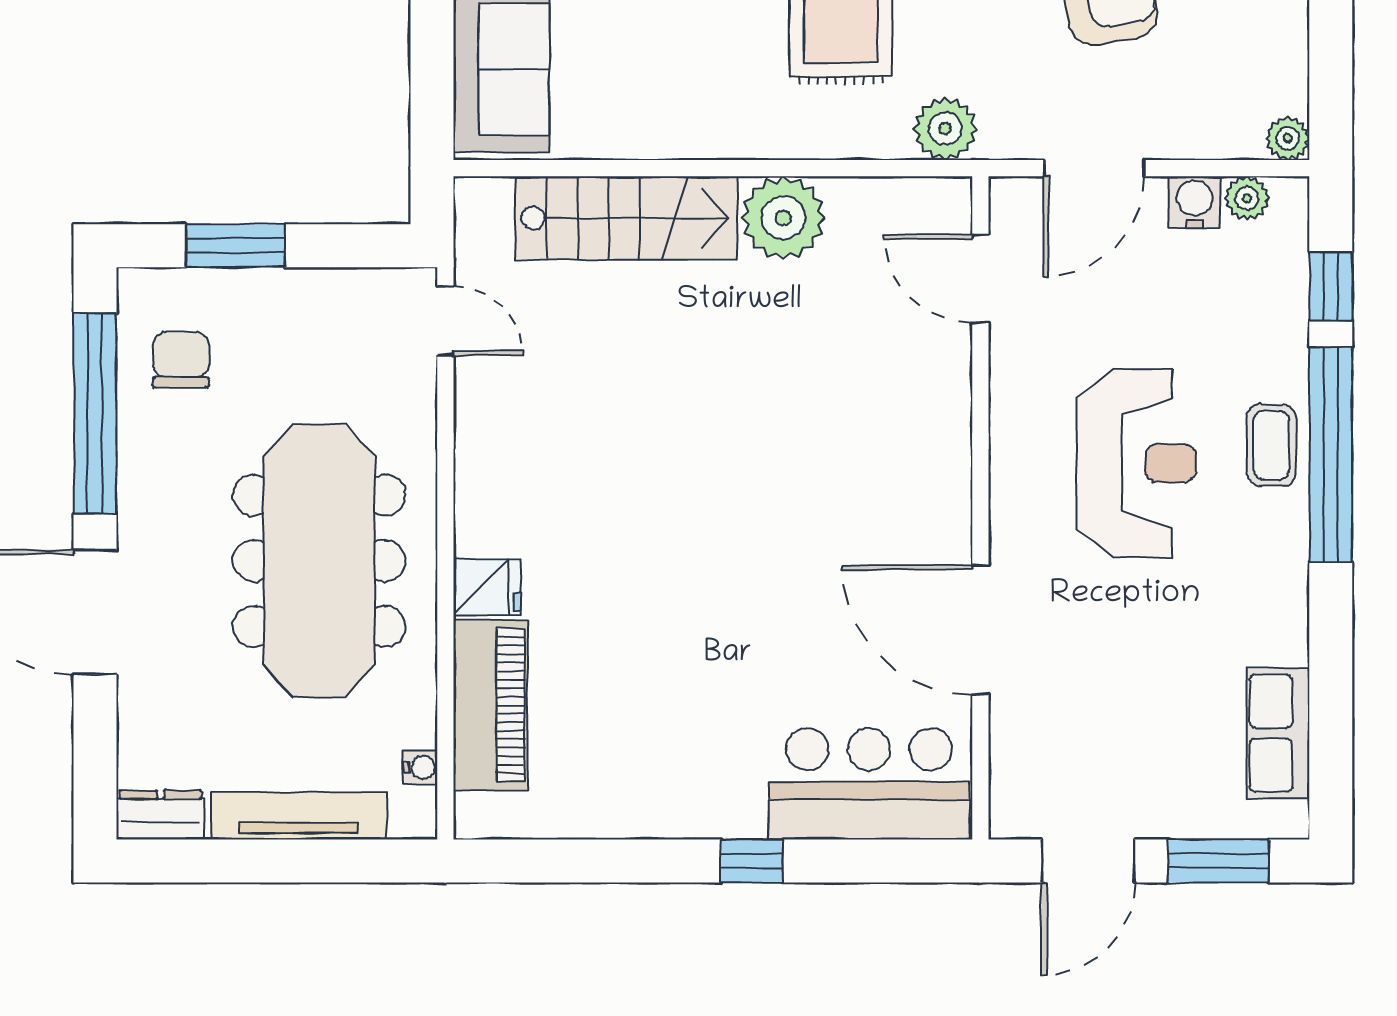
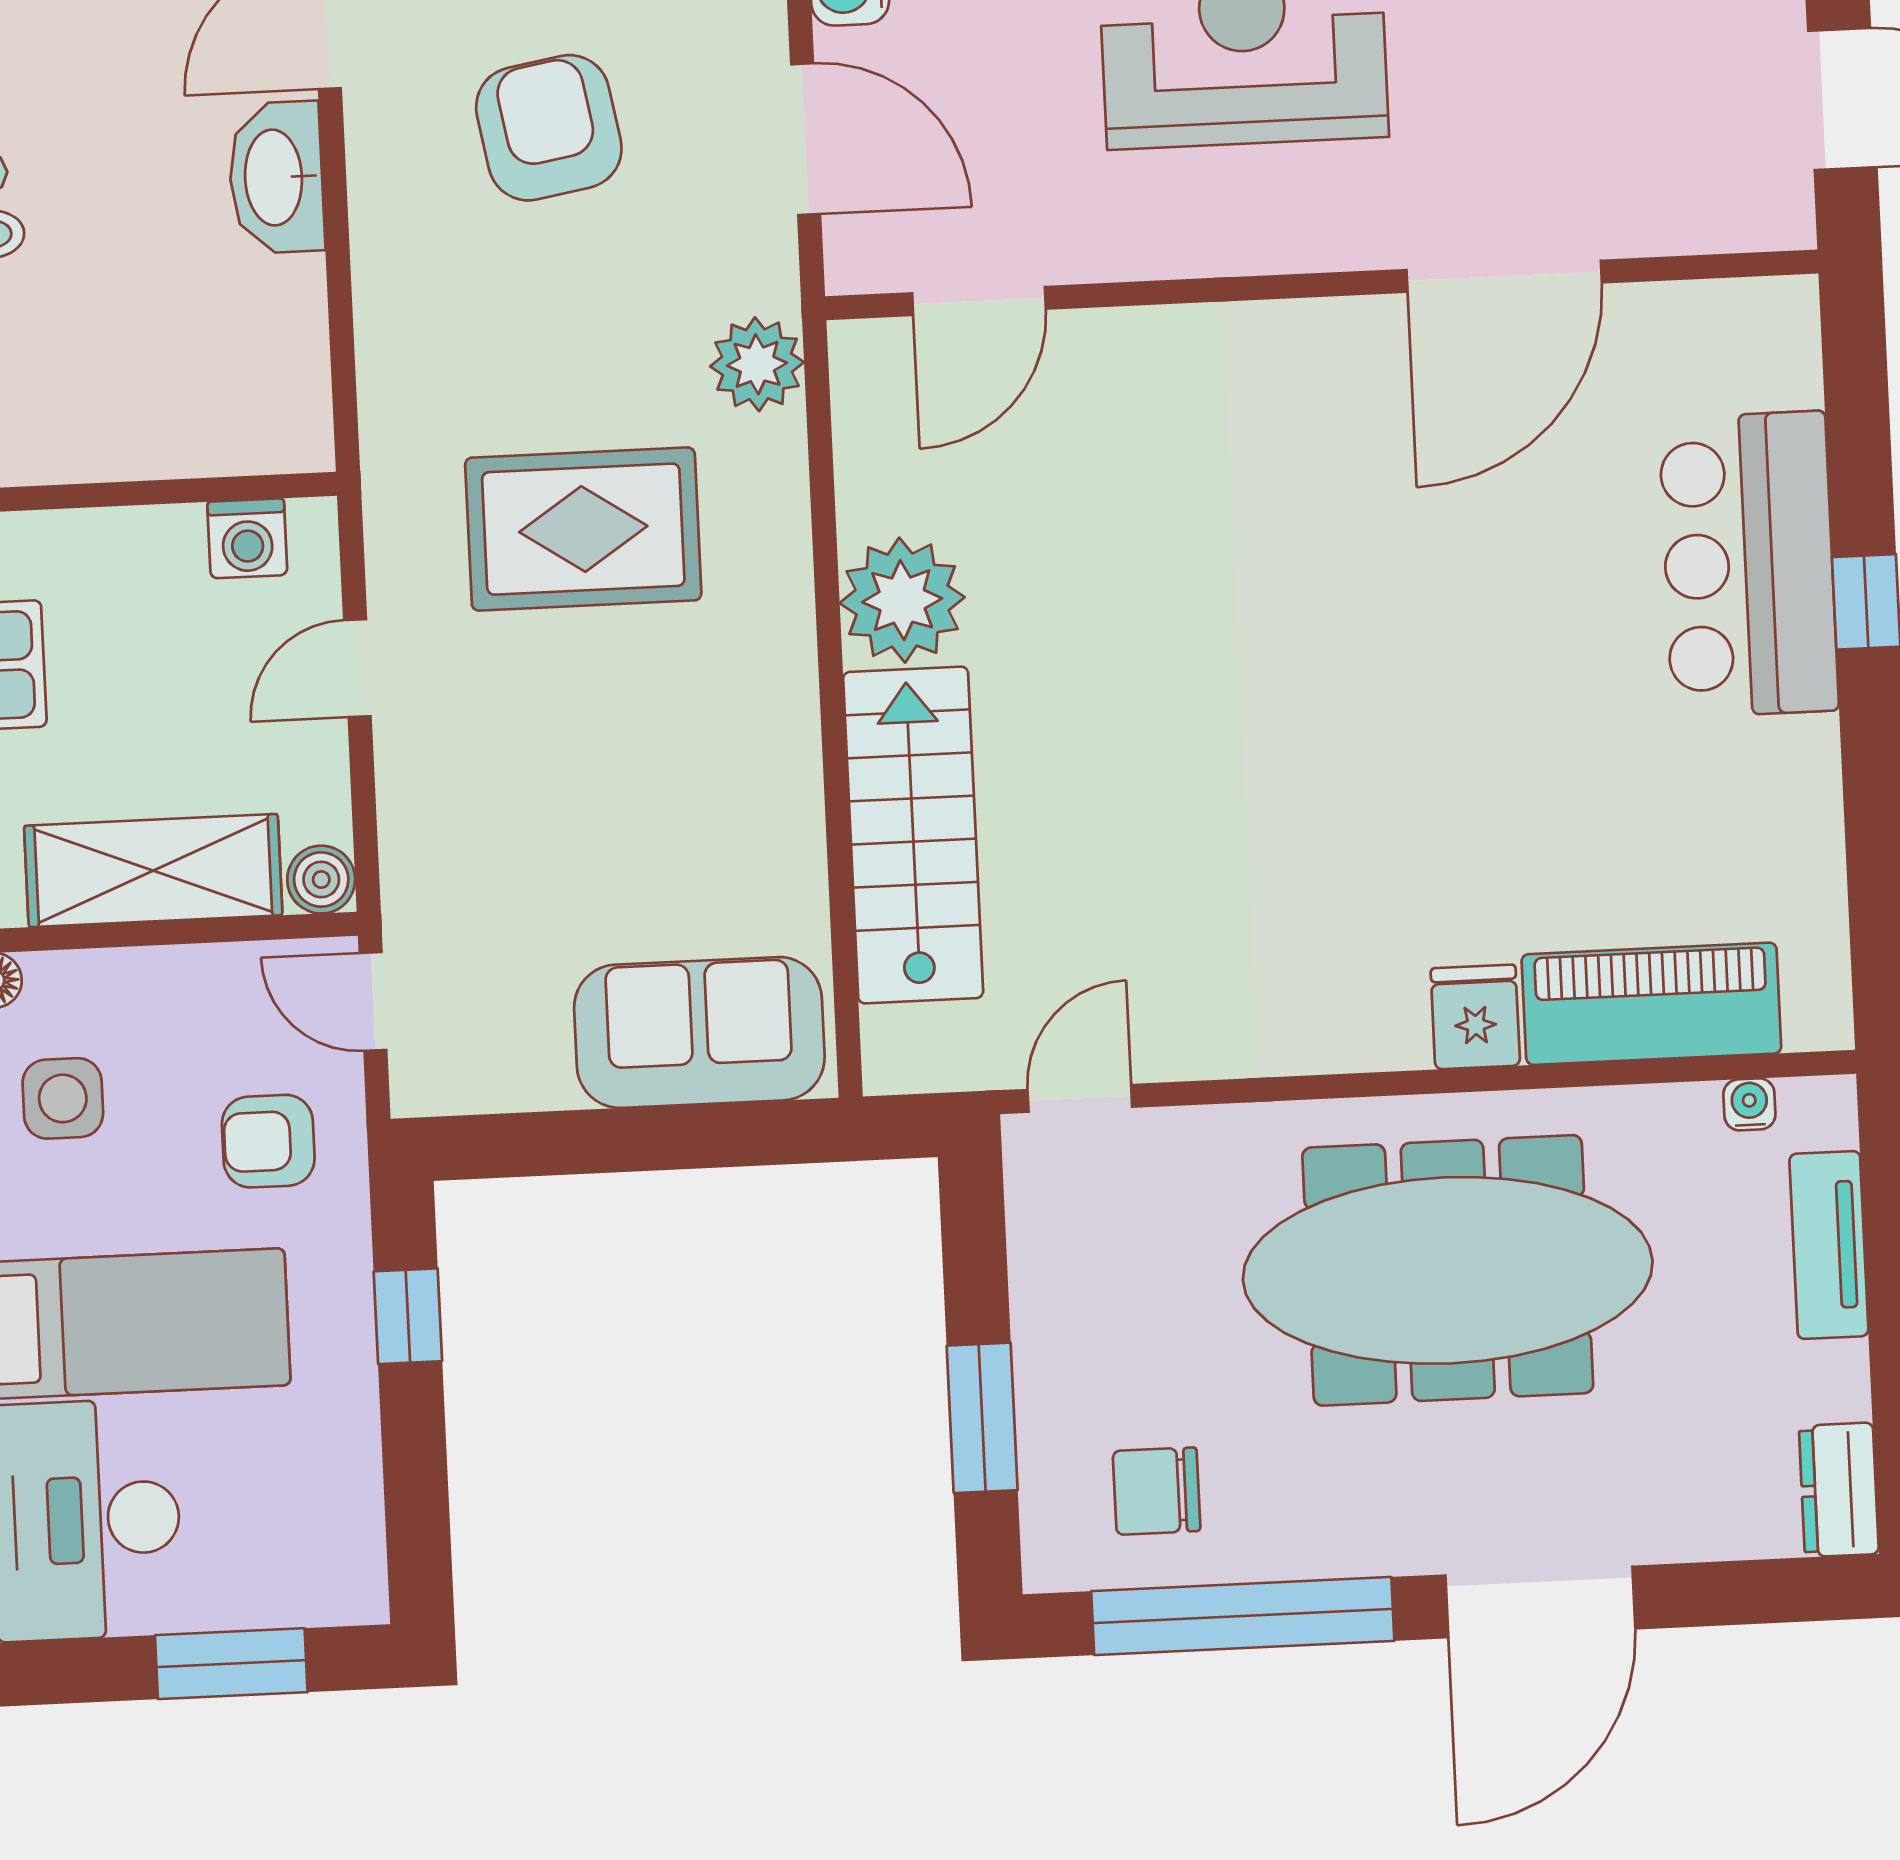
bar counter: (869, 784) -> (1749, 564), moved
tv unit: (299, 816) -> (1829, 1245), width x0.71

